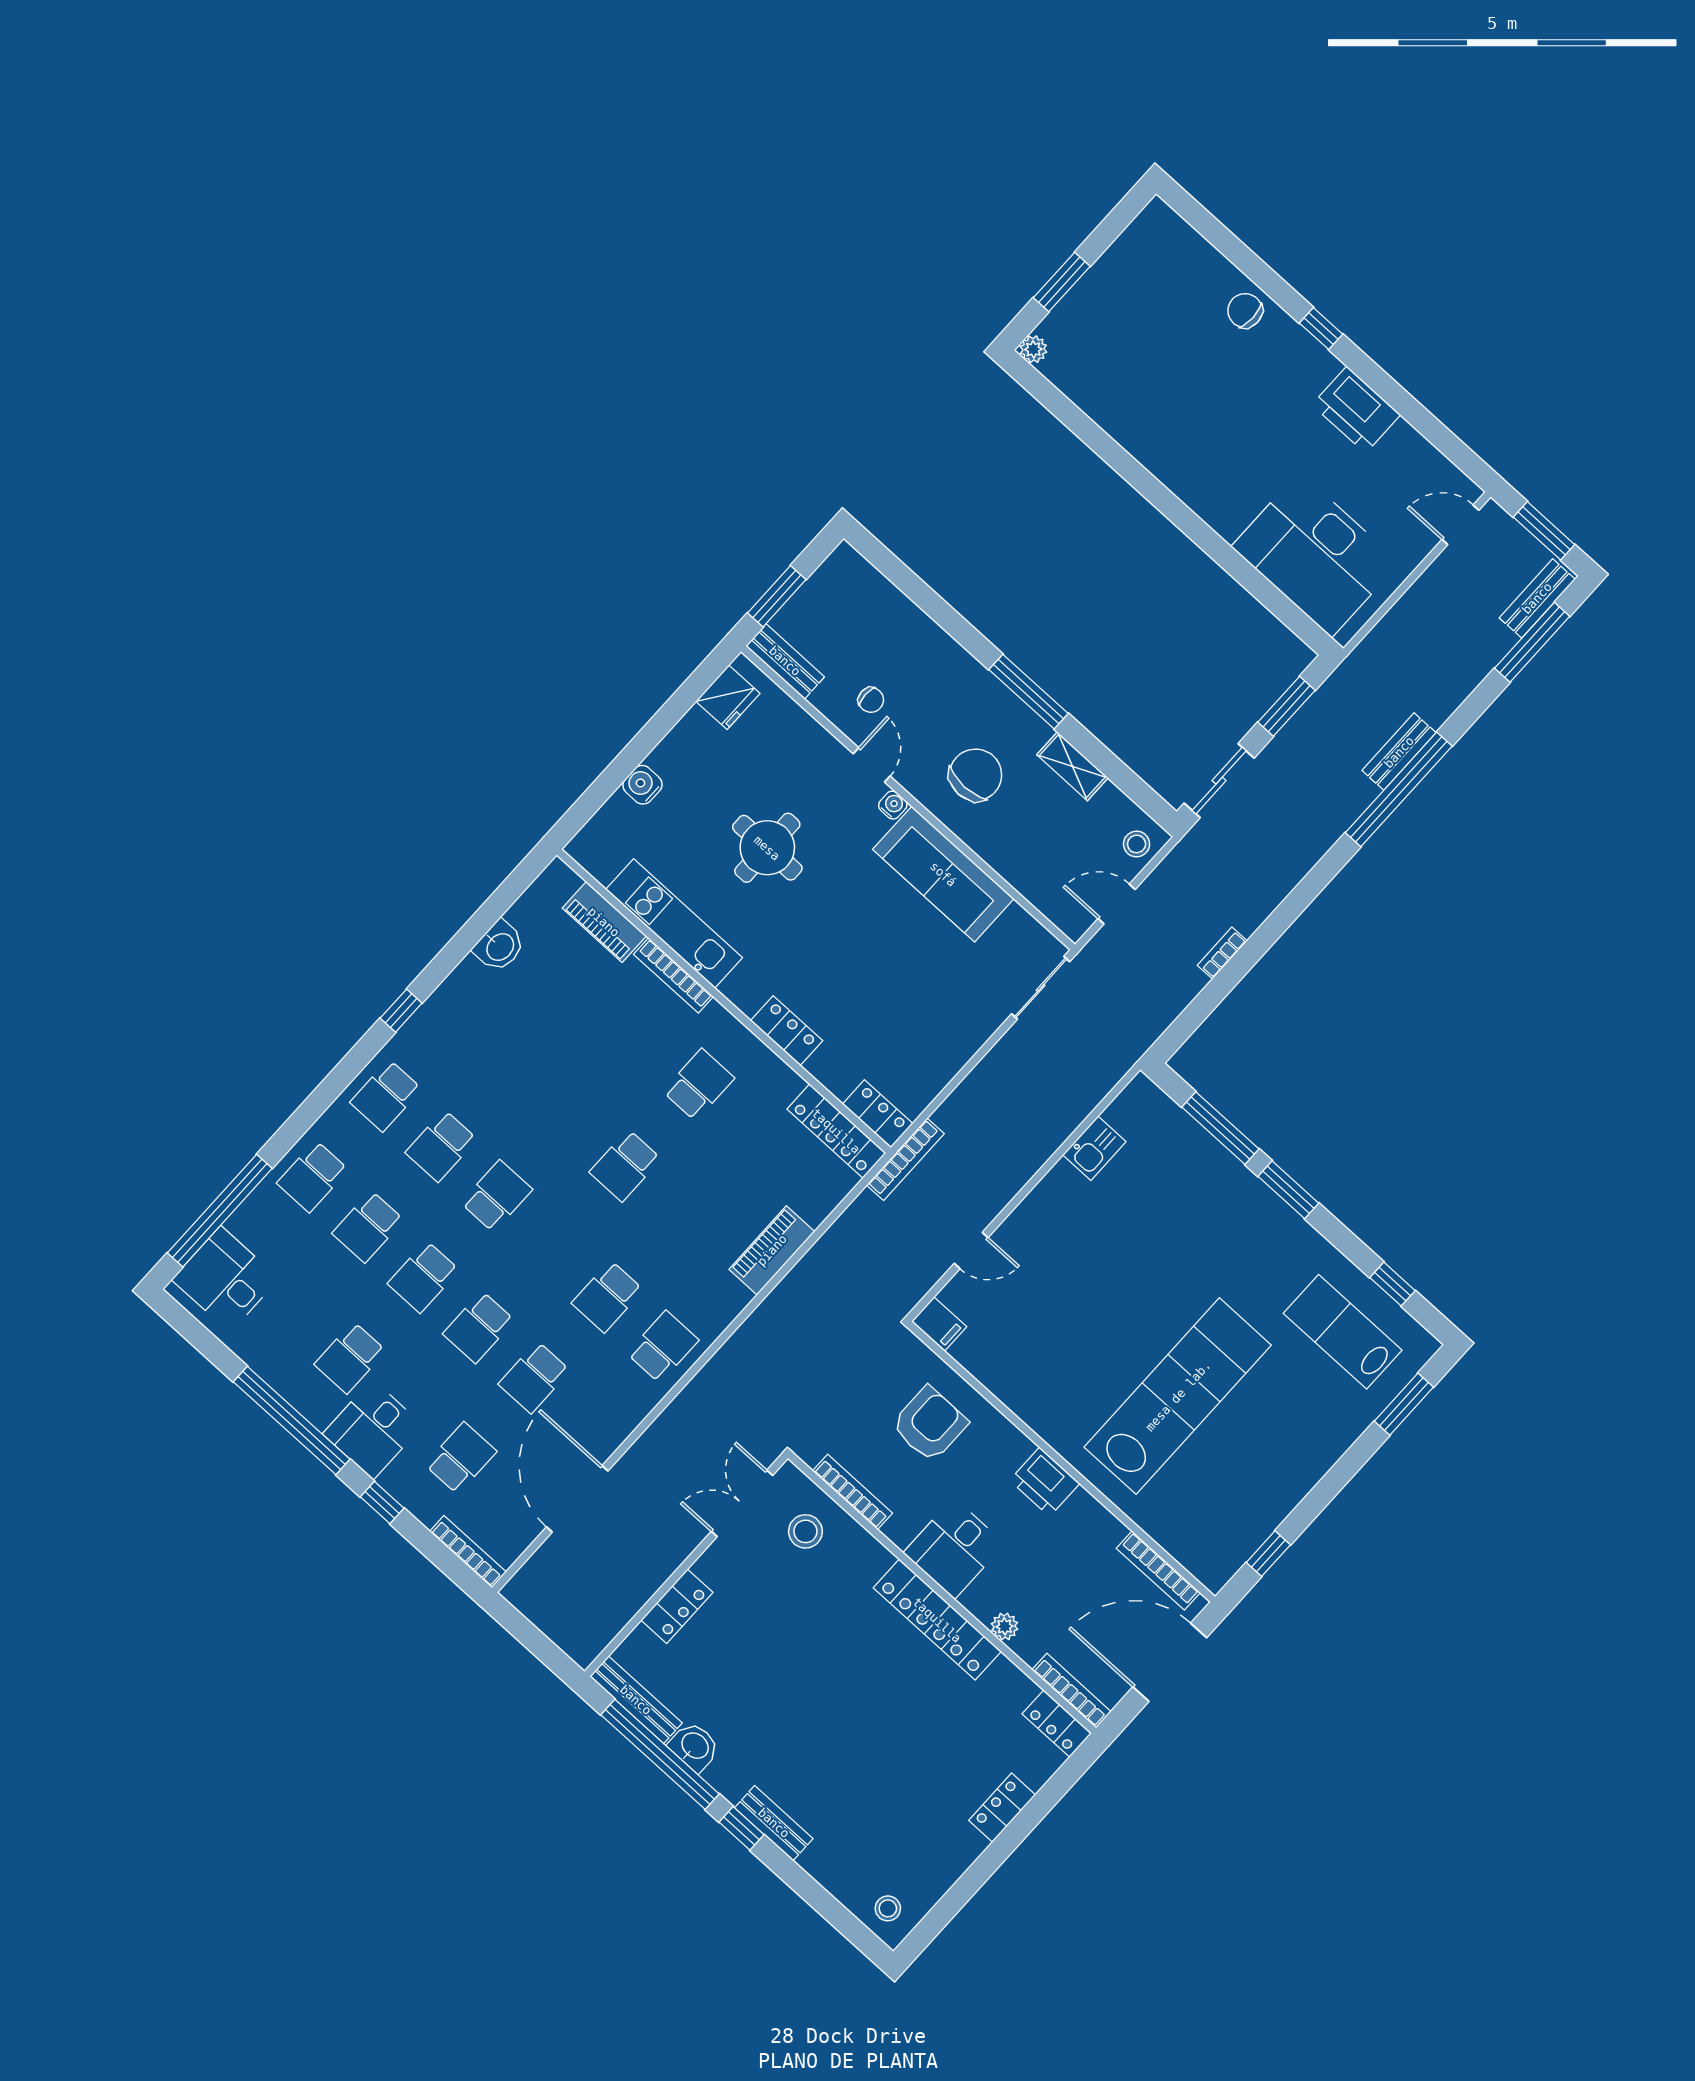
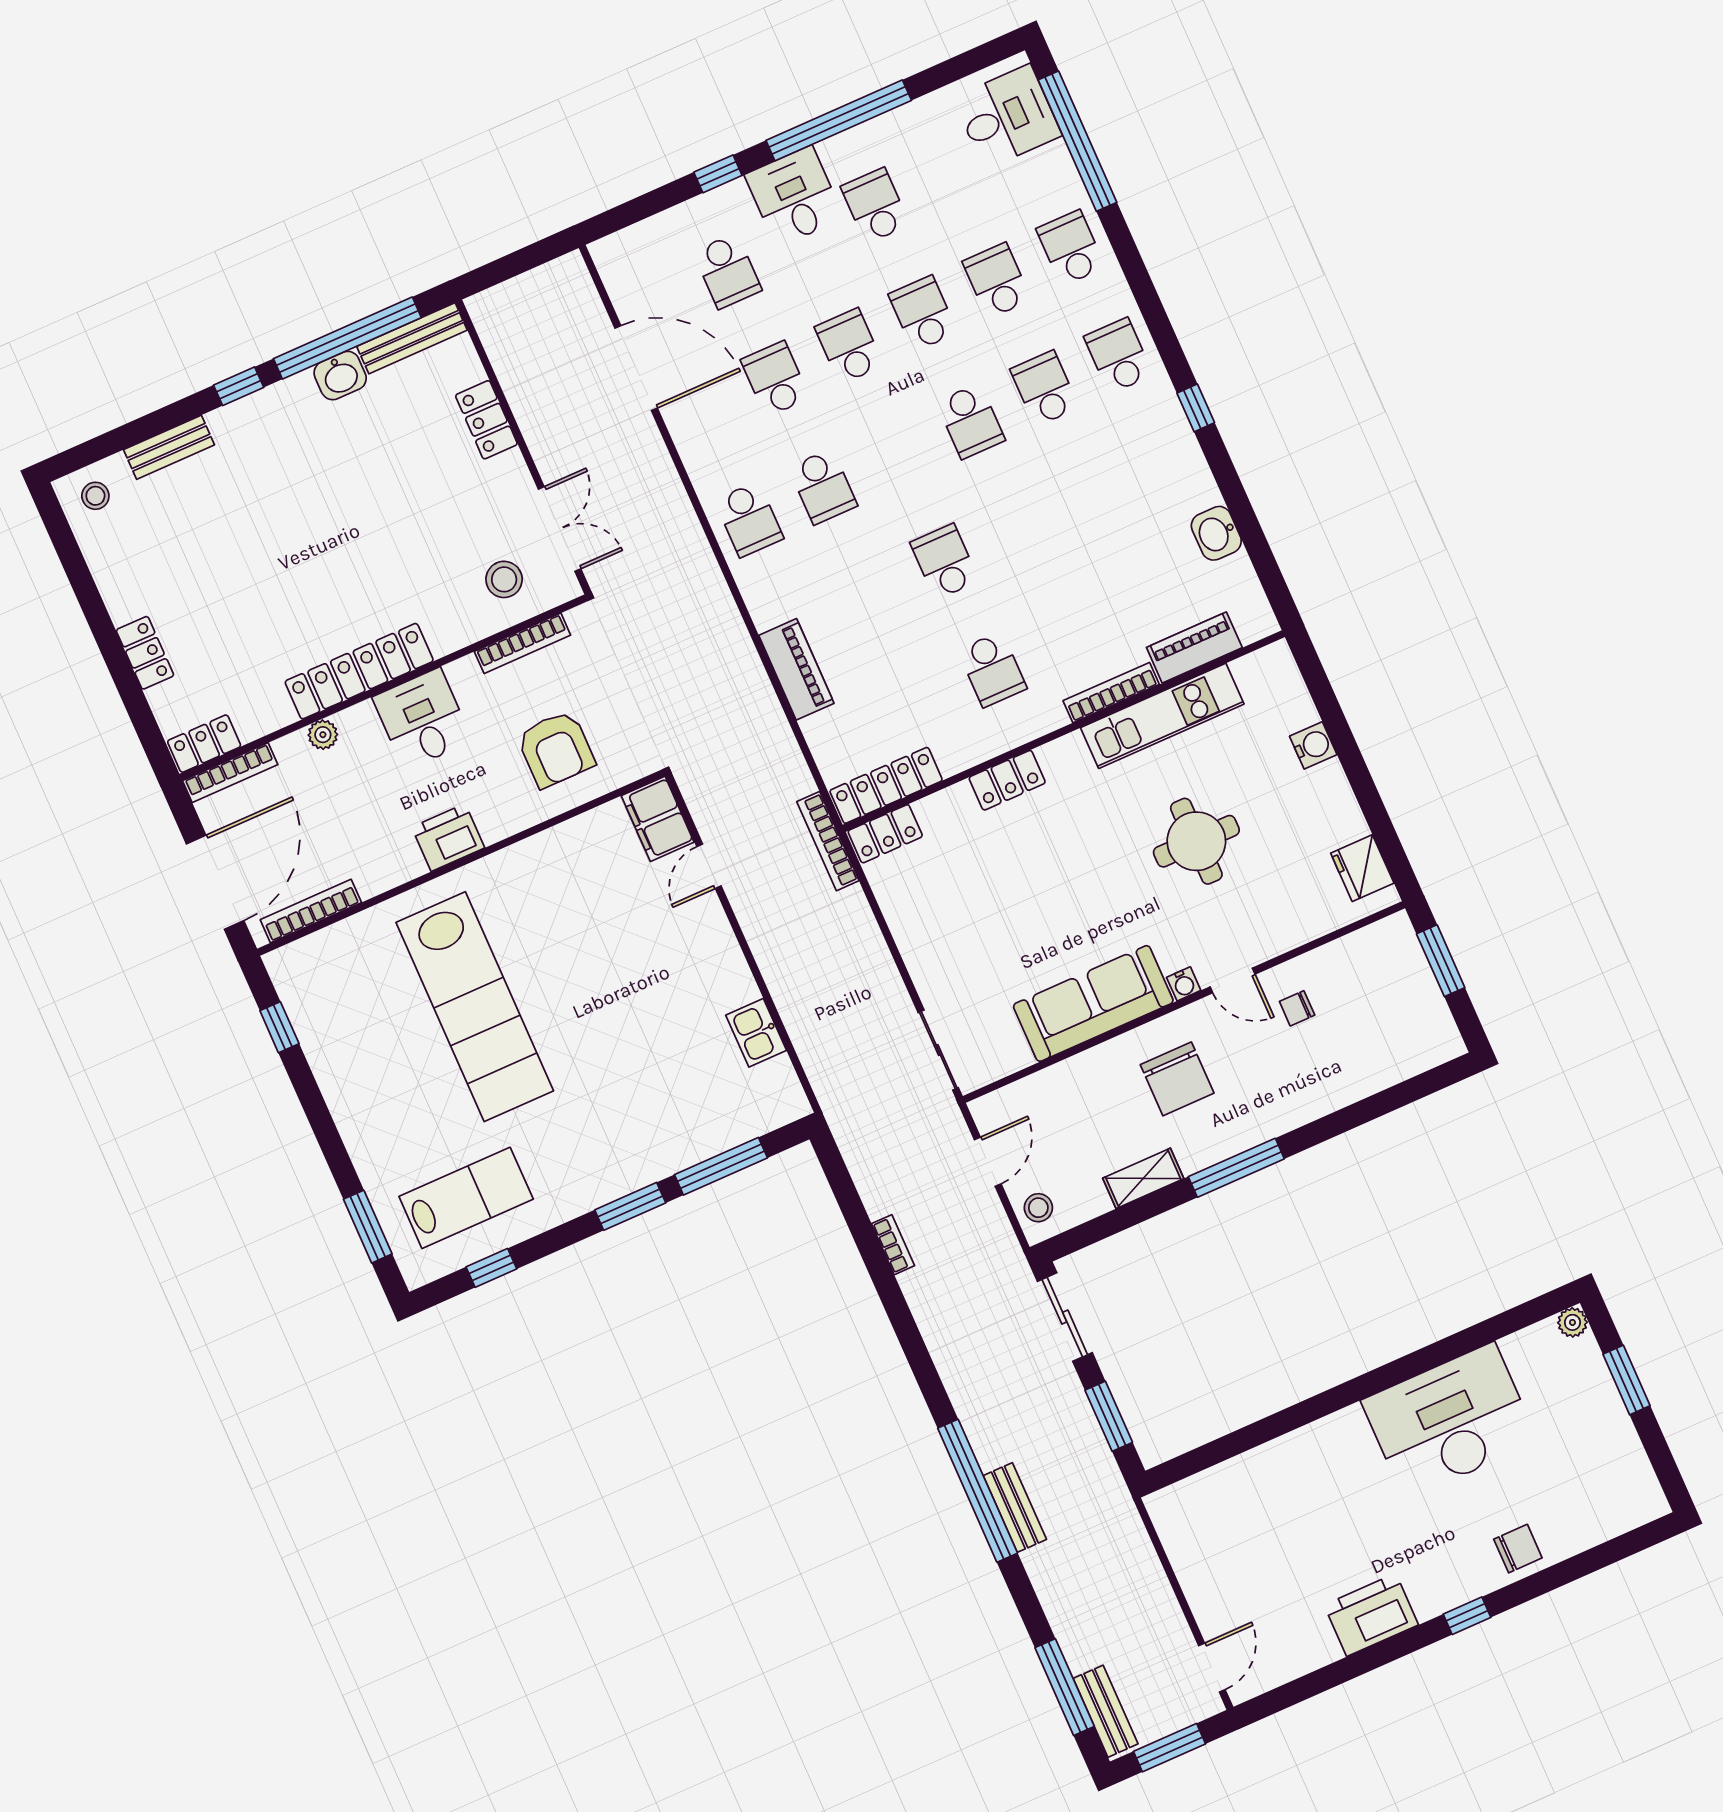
desk: (1315, 555) -> (1450, 1421), moved
bench: (785, 661) -> (1373, 940), removed
school desk: (607, 1297) -> (823, 487), turned 180
filing cabinet: (939, 1324) -> (658, 819), width x2.00
bookcase: (468, 1552) -> (632, 237), removed
bench: (774, 1823) -> (169, 447), moved

